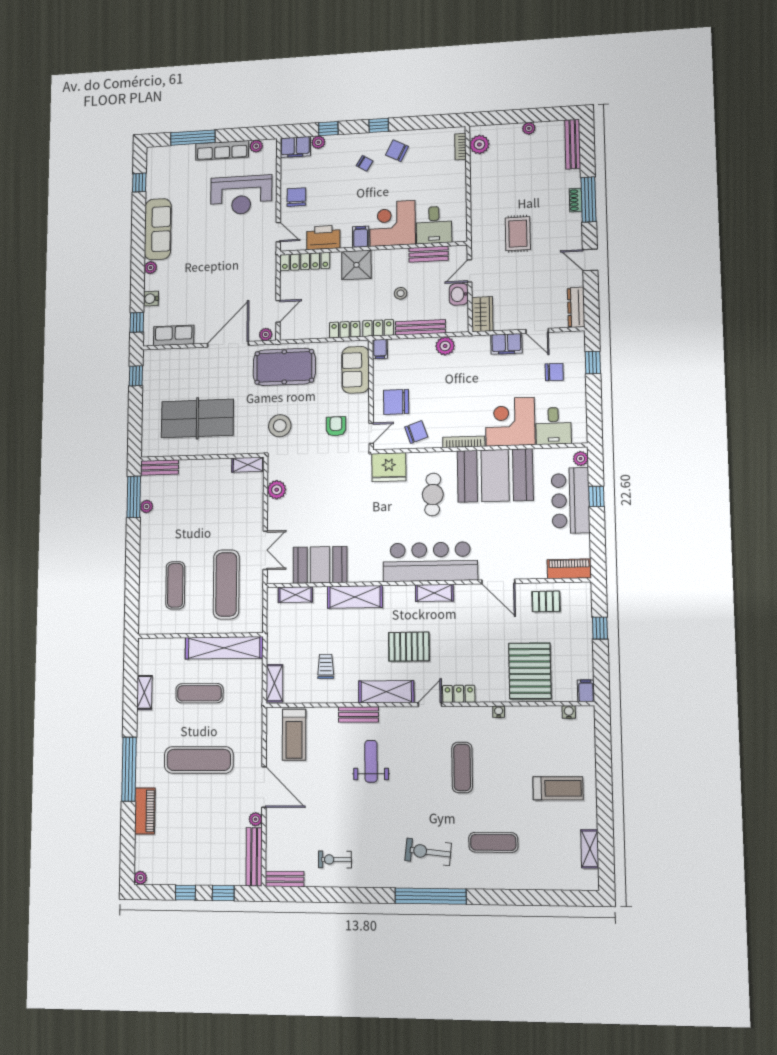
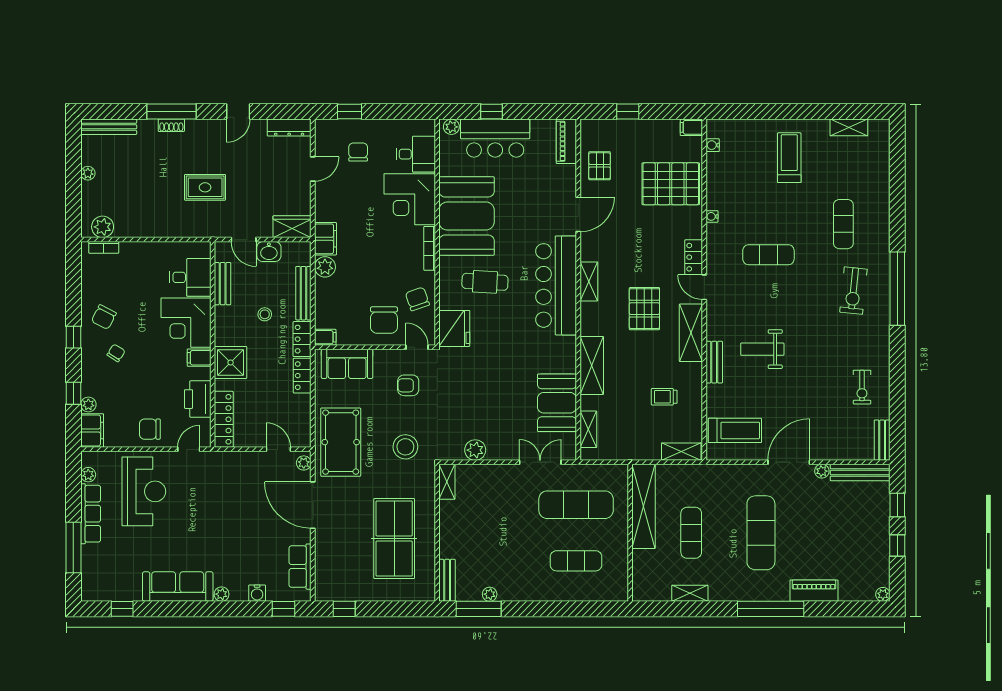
filing cabinet: (506, 344) -> (326, 239), moved

